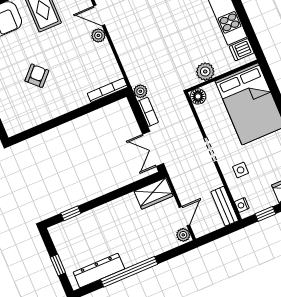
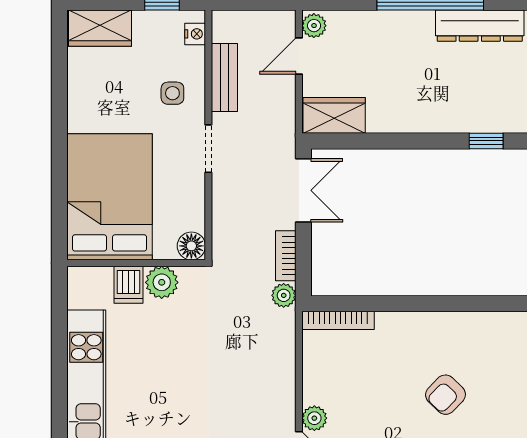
dishwasher: (242, 50) -> (129, 285), moved, turned 90
bench: (225, 206) -> (224, 78), moved

